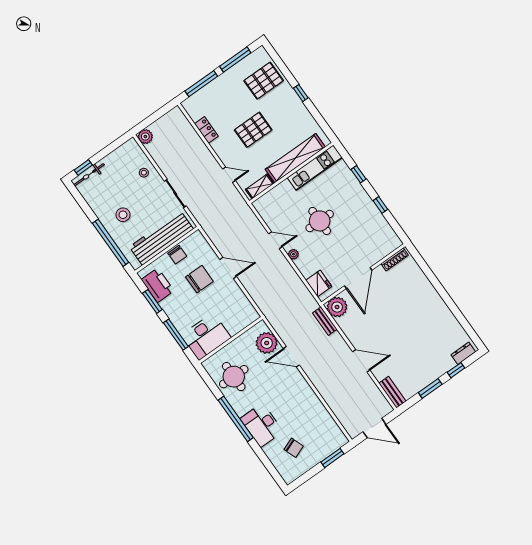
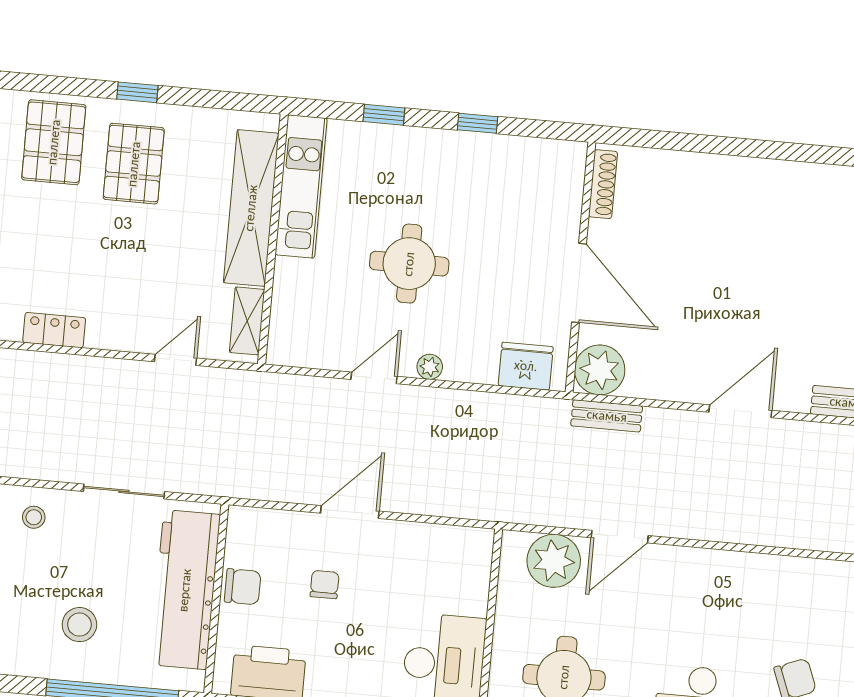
pallet: (253, 130) -> (134, 164), moved
chair: (199, 279) -> (325, 585), width x0.54, depth x0.54

